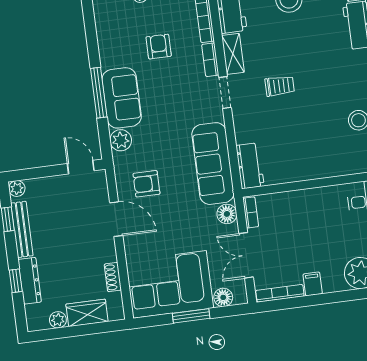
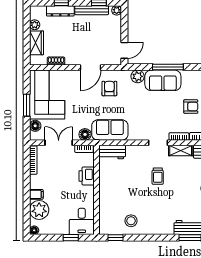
sofa: (213, 164) -> (110, 130), width x0.73
printer: (295, 203) -> (87, 176), added
filing cabinet: (313, 284) -> (36, 194), moved

